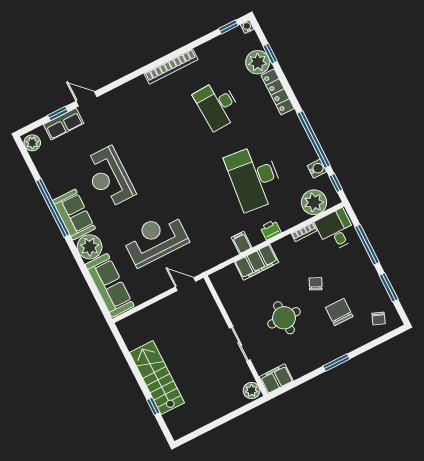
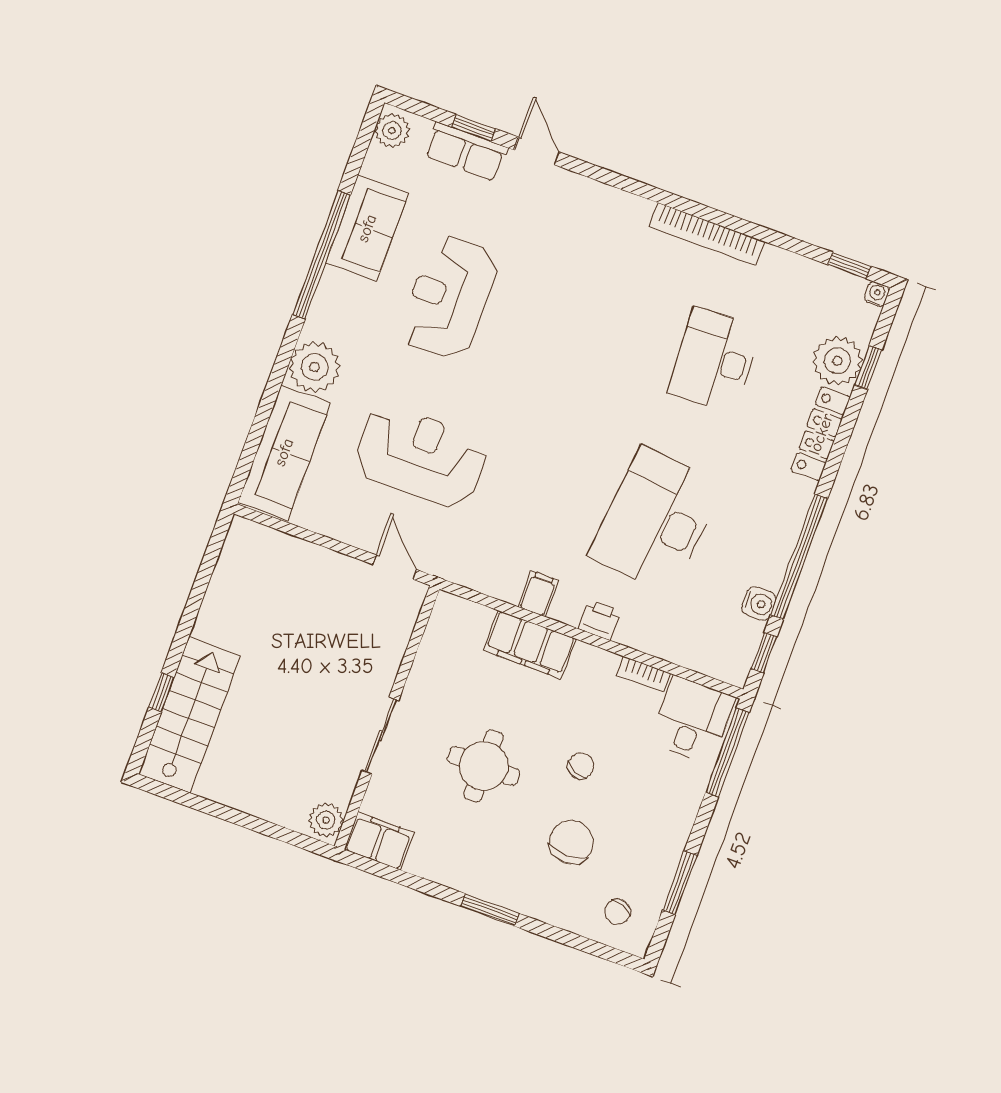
plant: (314, 202) -> (703, 647), removed
sofa: (74, 215) -> (367, 228), moved
window: (367, 245) -> (727, 752), moved
stairs: (157, 378) -> (189, 715), moved

